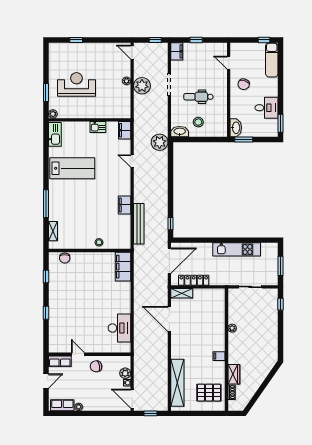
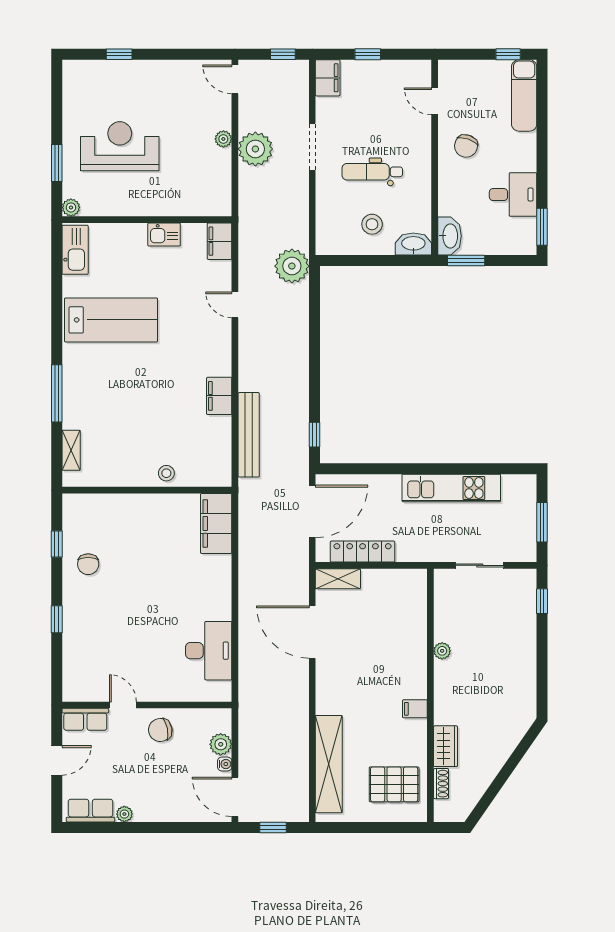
washbasin: (180, 132) -> (413, 244), moved
chair: (65, 258) -> (88, 564), moved

